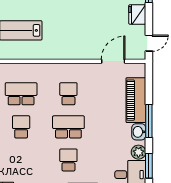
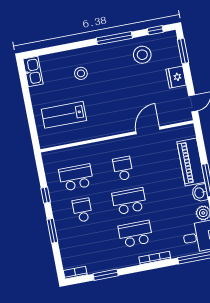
door: (113, 61) -> (148, 130), moved
school desk: (68, 160) -> (135, 234), width x1.85

